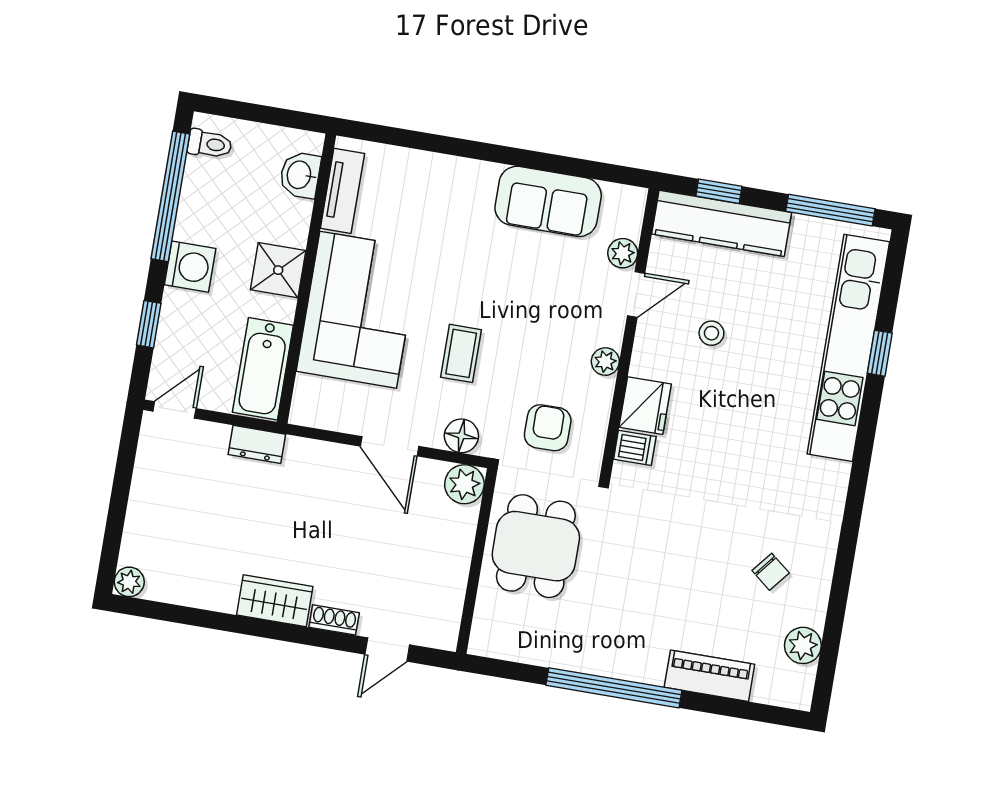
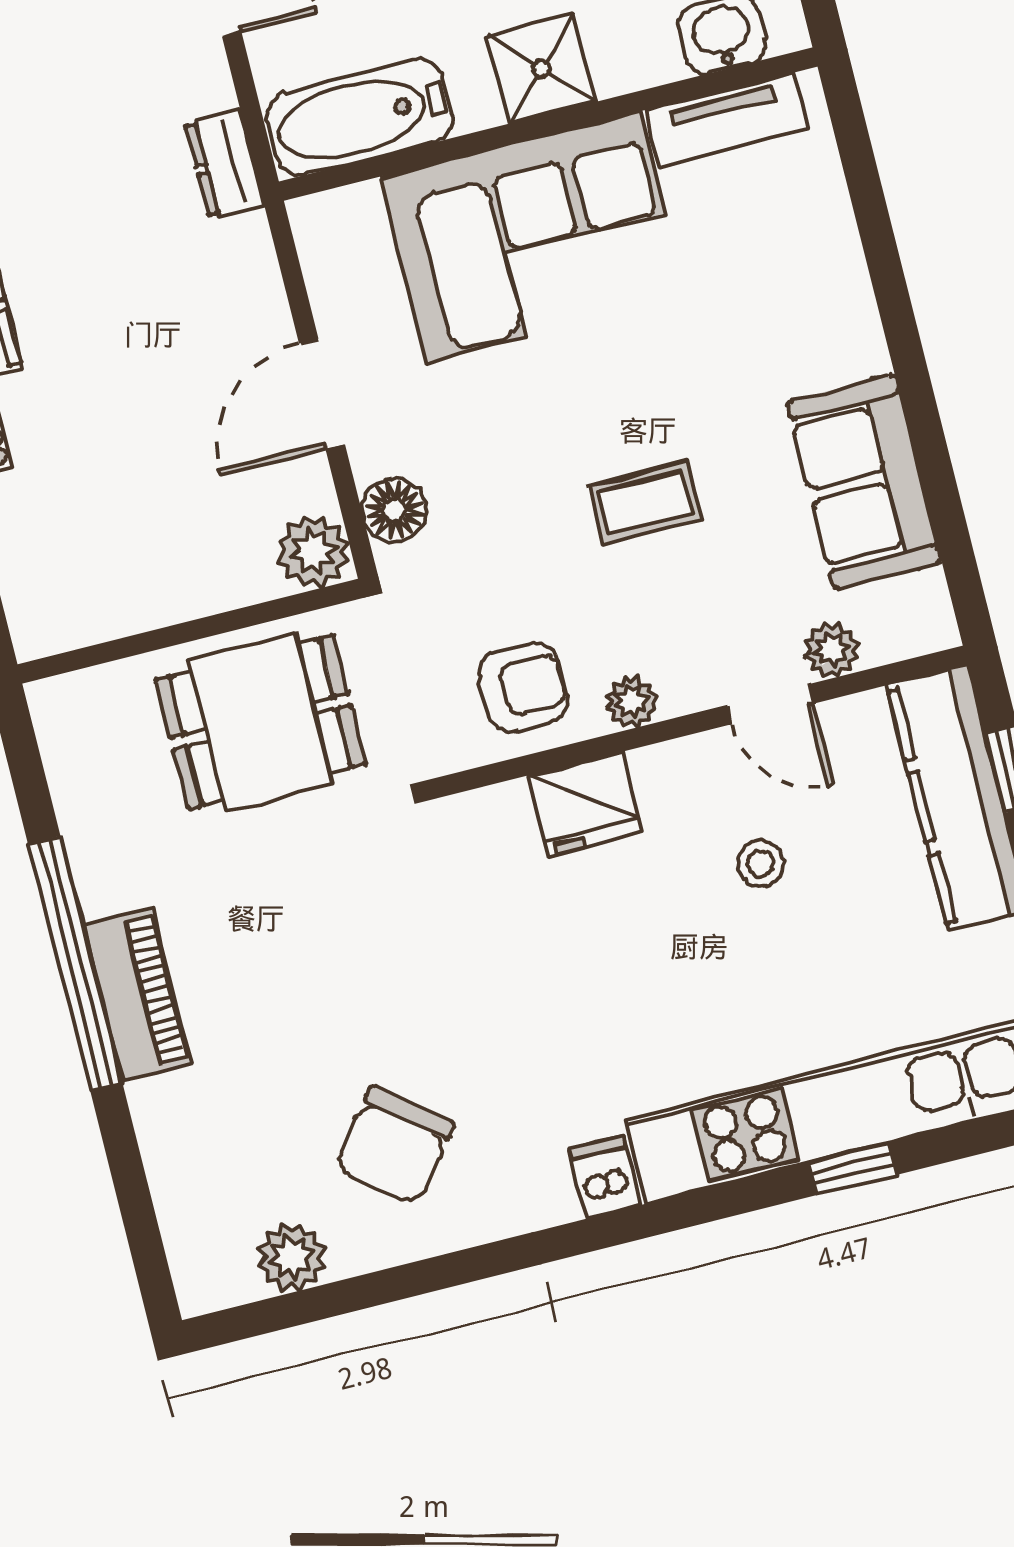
coffee table: (461, 353) -> (646, 502), moved
armchair: (548, 428) -> (523, 687), moved
dishwasher: (635, 448) -> (605, 1177), moved, turned 180
chair: (771, 572) -> (394, 1146), width x1.87, depth x1.87
piano: (709, 676) -> (137, 994), moved

